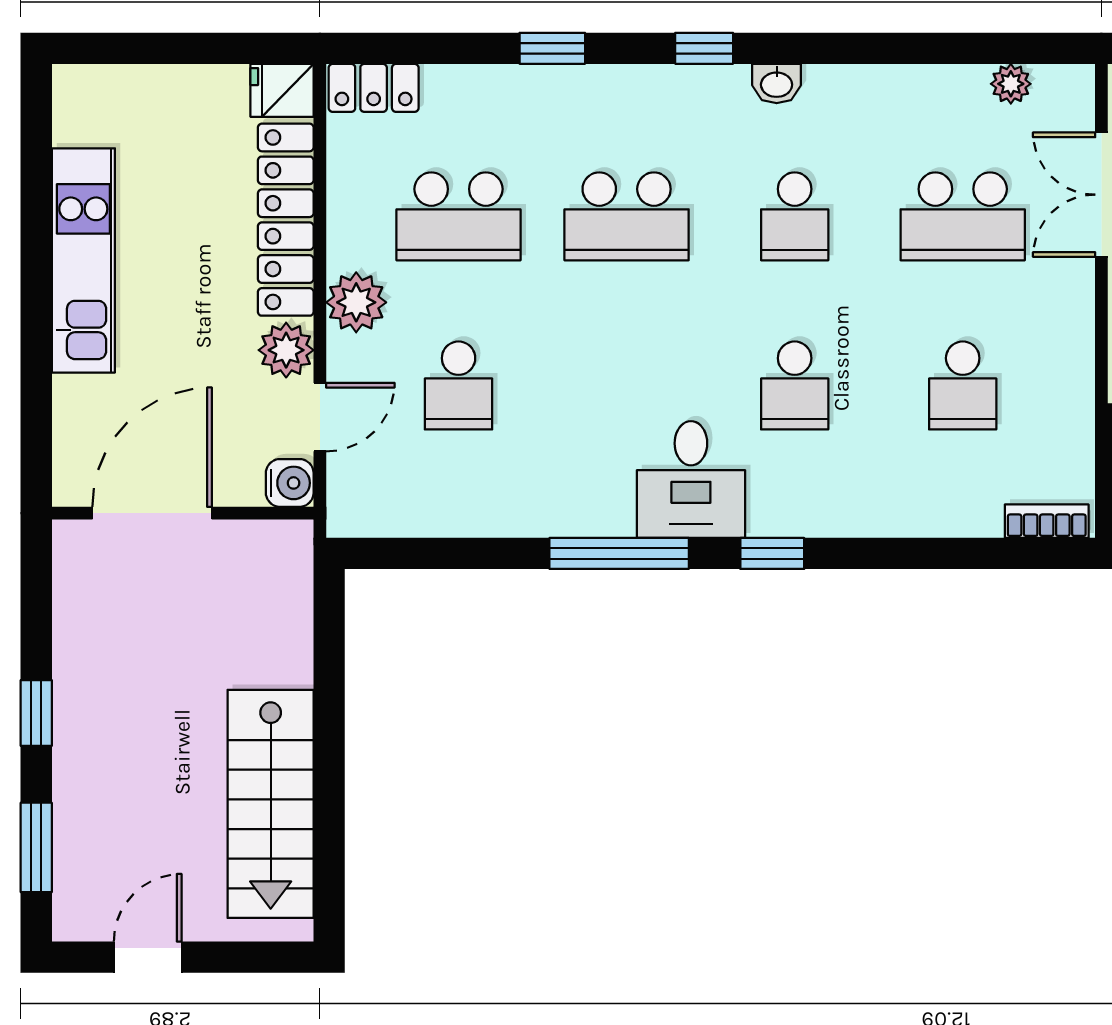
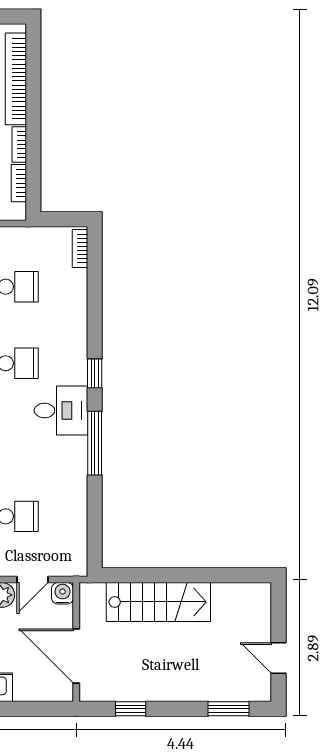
door: (320, 417) -> (33, 580), swing flipped
window: (36, 713) -> (131, 709), moved
stairs: (271, 804) -> (158, 602), moved

